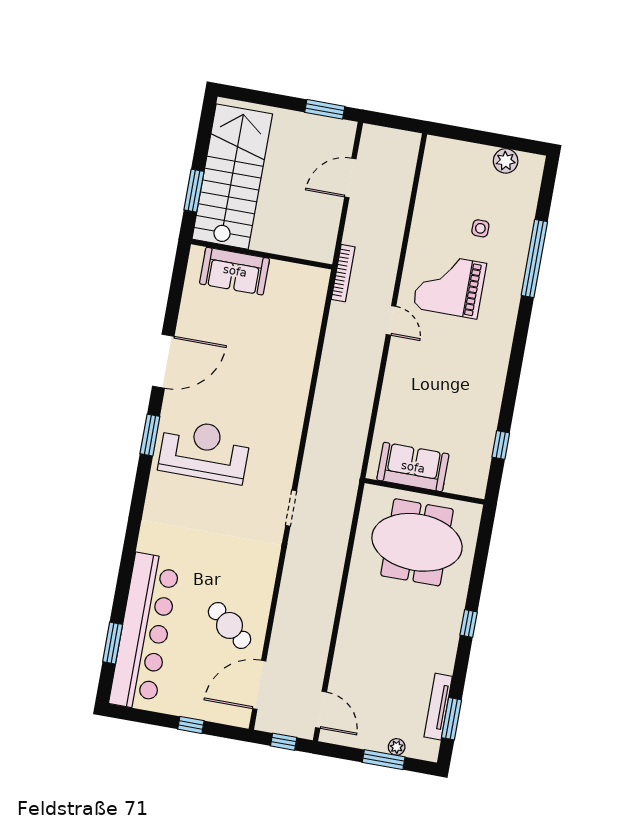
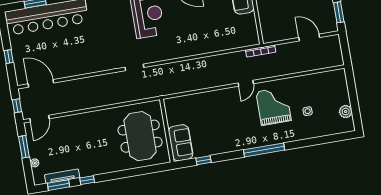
window: (534, 259) -> (264, 150), moved
sofa: (413, 467) -> (181, 143), moved
window: (469, 624) -> (87, 180), moved
cafe table: (230, 625) -> (65, 58), removed
window: (384, 760) -> (24, 147), moved

